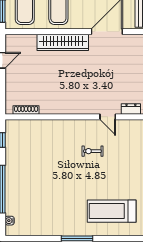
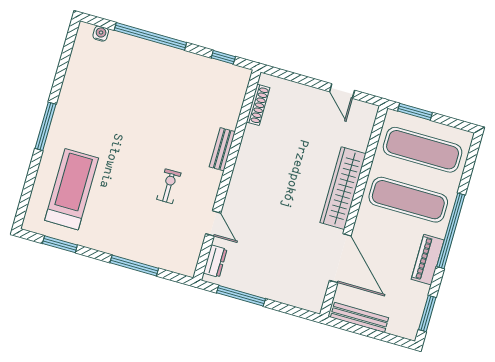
door: (108, 117) -> (213, 223), swing flipped
bench: (60, 124) -> (222, 149), added

